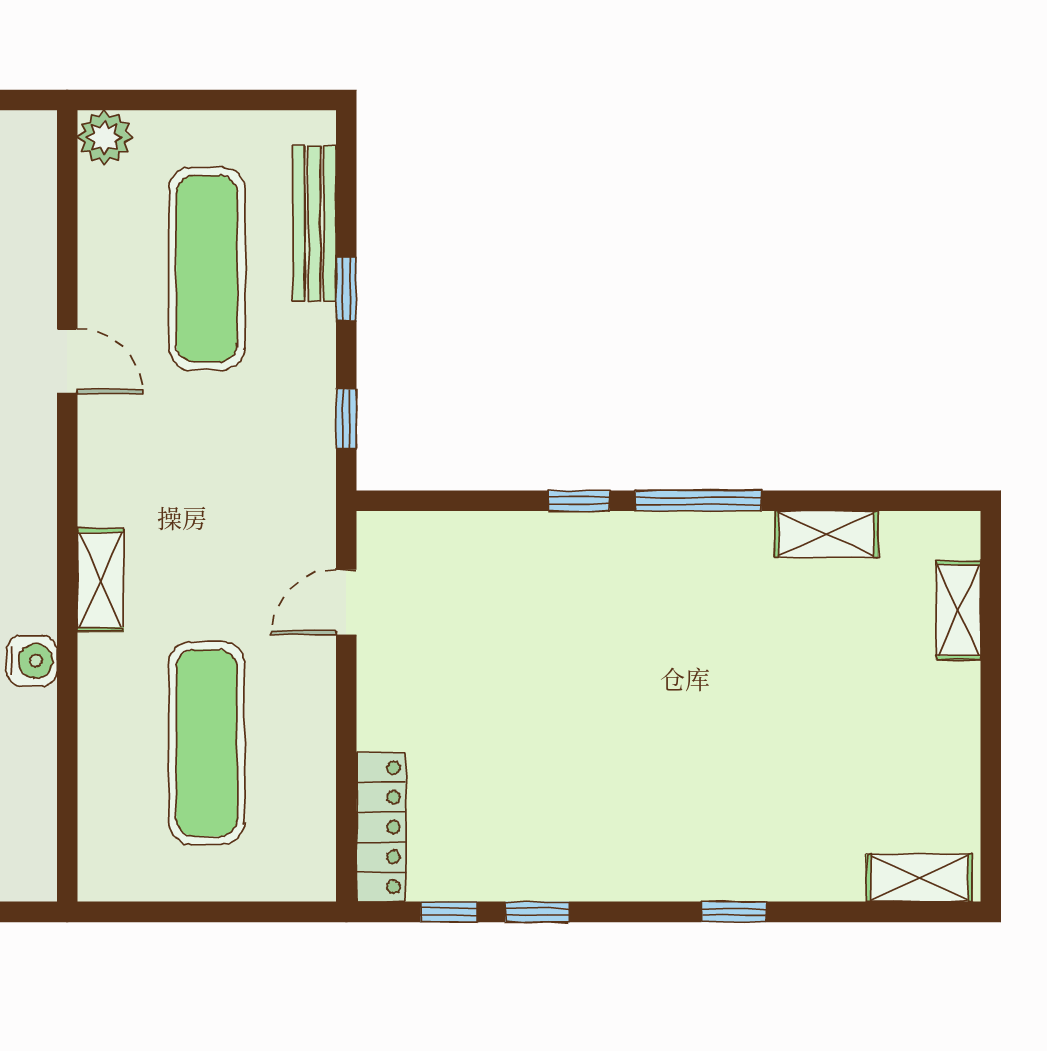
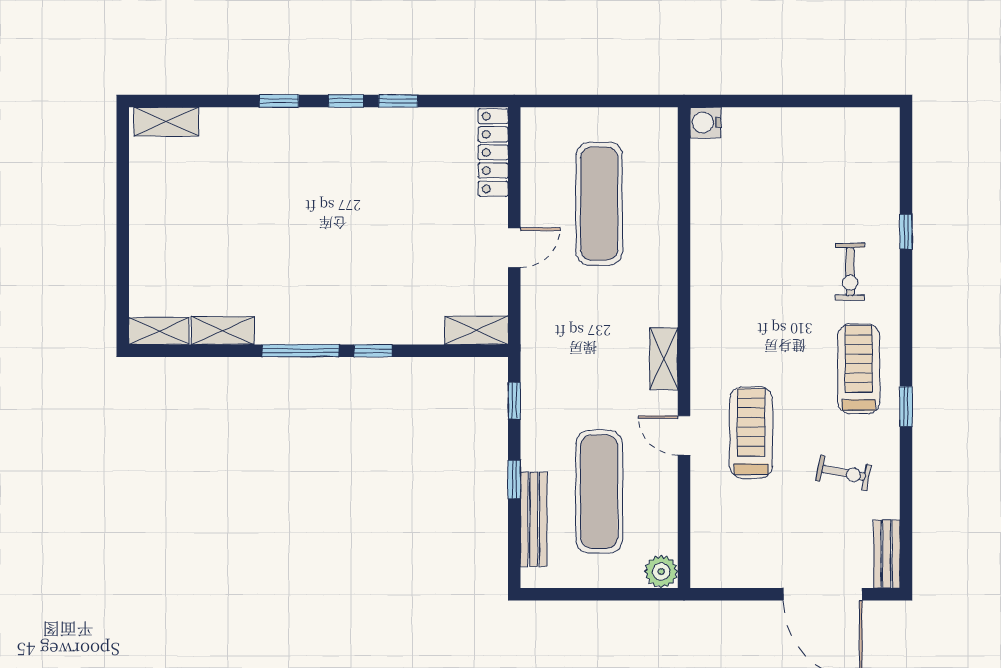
shelving: (409, 534) -> (476, 330), added
shelving: (100, 580) -> (664, 359), moved
door: (346, 602) -> (514, 248), moved
shelving: (958, 610) -> (159, 331), moved, turned 90
water cooler: (32, 661) -> (705, 122), moved
window: (449, 912) -> (346, 101), moved

